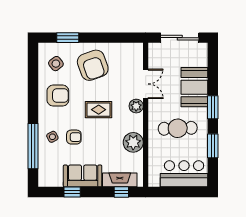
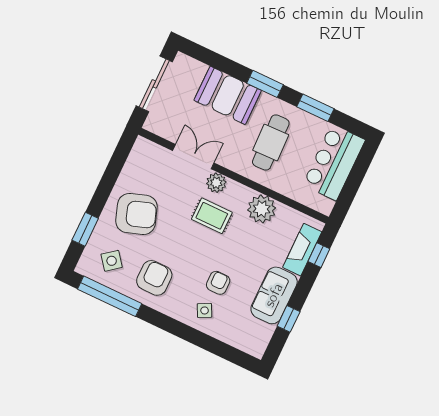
rug: (99, 110) -> (212, 216), moved, turned 90
window: (33, 146) -> (110, 296), moved

